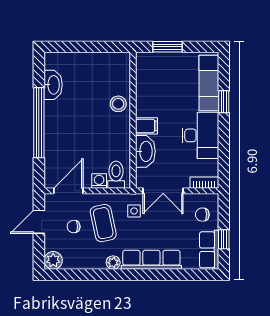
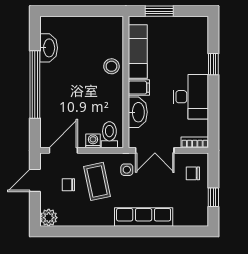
exam couch: (209, 83) -> (138, 51), moved, turned 180
row of seats: (209, 250) -> (199, 207), removed
plant: (113, 263) -> (107, 220), removed

